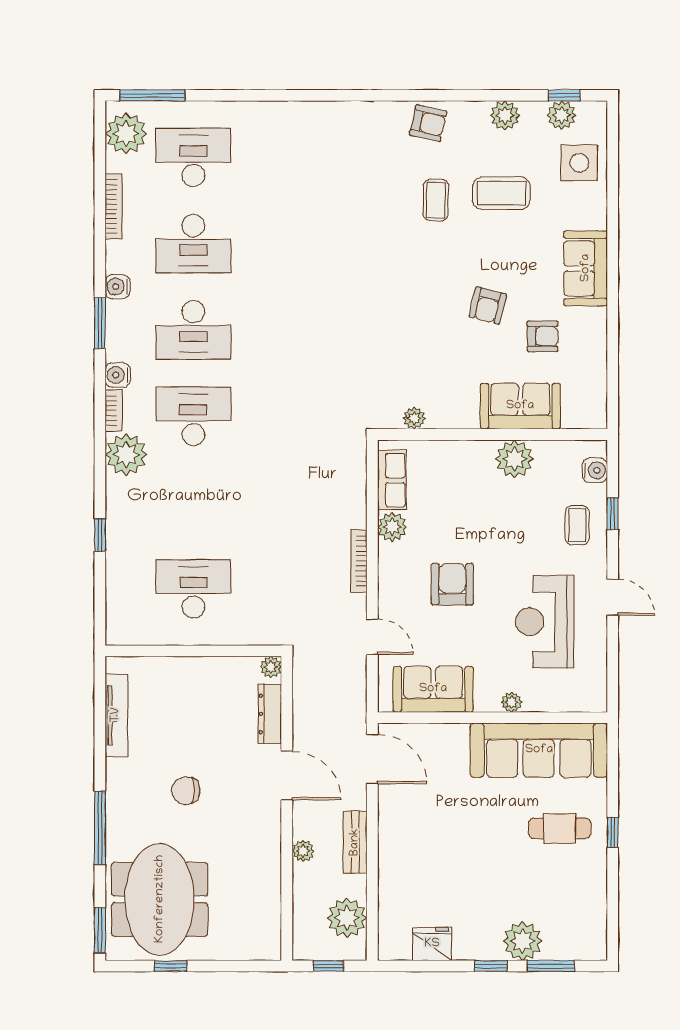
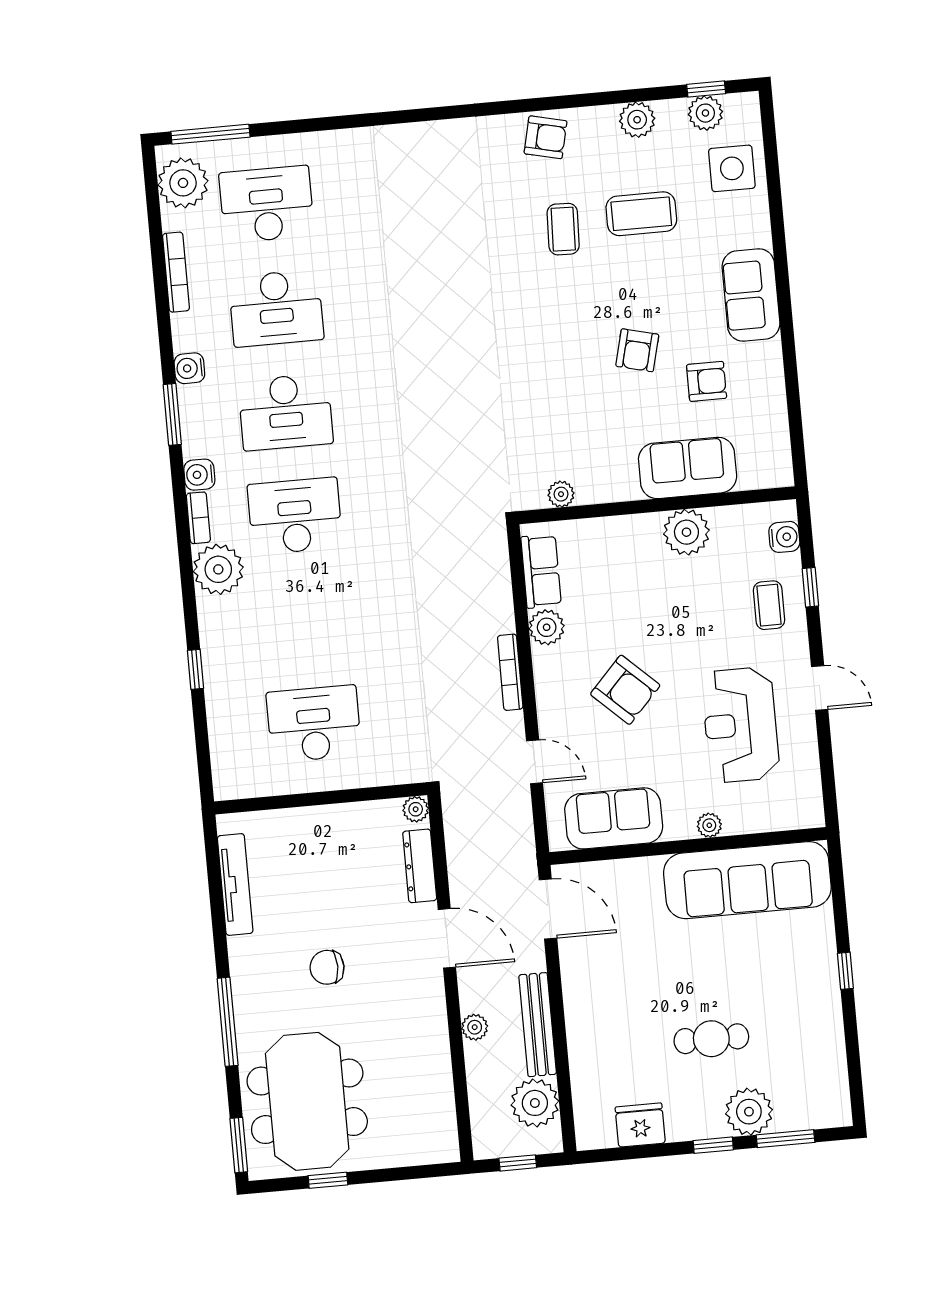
armchair: (452, 584) -> (625, 690), turned 133
cafe table: (560, 828) -> (711, 1039), moved
bench: (355, 842) -> (538, 1025), width x1.36

